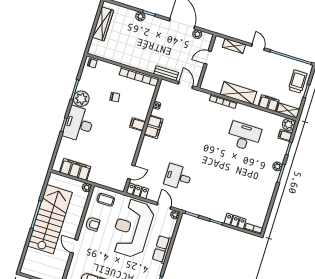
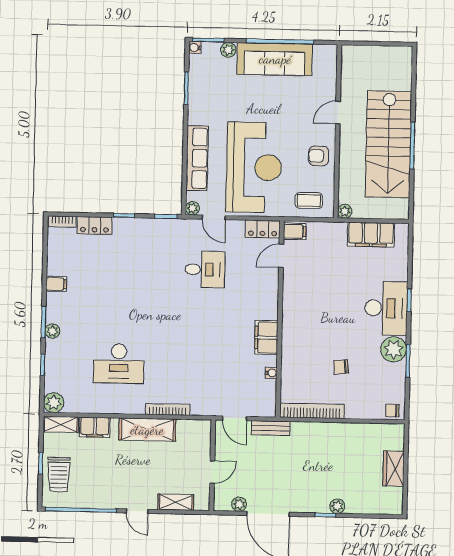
wardrobe: (103, 24) -> (394, 469), width x0.67
filing cabinet: (138, 124) -> (295, 231), moved
filing cabinet: (285, 135) -> (56, 284), moved
door: (74, 246) -> (338, 113), swing flipped
row of seats: (162, 249) -> (197, 158), width x1.48

